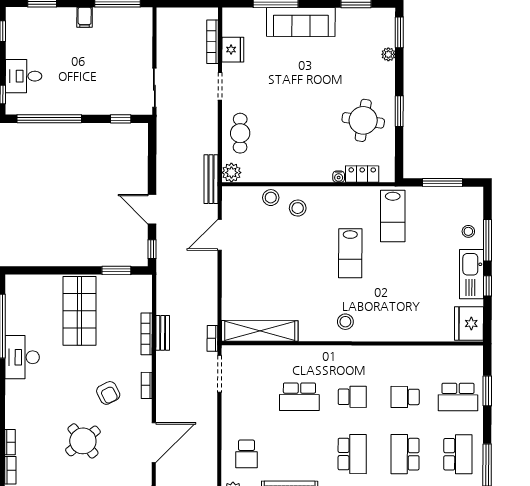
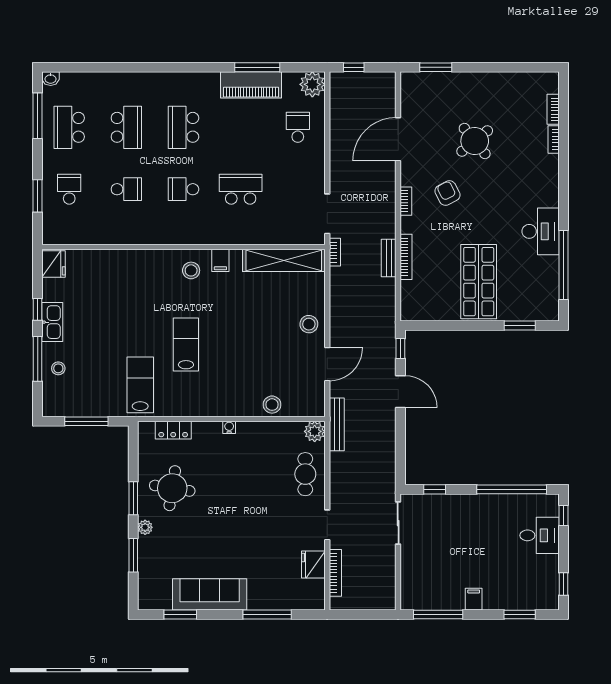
sofa: (301, 22) -> (210, 594), moved
window: (399, 32) -> (133, 555), moved
plant: (388, 54) -> (145, 527), moved
water cooler: (339, 177) -> (229, 427), moved
stool: (298, 208) -> (309, 324), moved
window: (116, 270) -> (520, 325), moved
kitchen sink: (471, 274) -> (52, 322), width x0.73, depth x0.81
fridge: (469, 323) -> (54, 264), width x0.73, depth x0.75
filing cabinet: (318, 331) -> (220, 260), added
school desk: (458, 397) -> (69, 189), width x0.54

